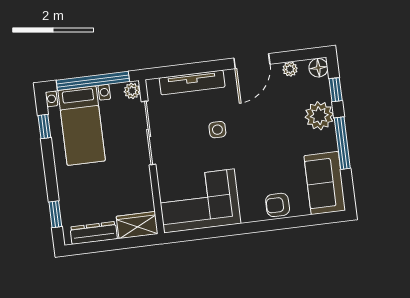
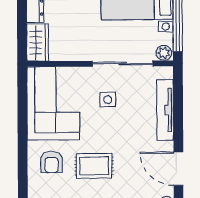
side table: (217, 130) -> (108, 100), moved
rug: (260, 150) -> (94, 166), added
armchair: (278, 205) -> (52, 162), moved, turned 180

